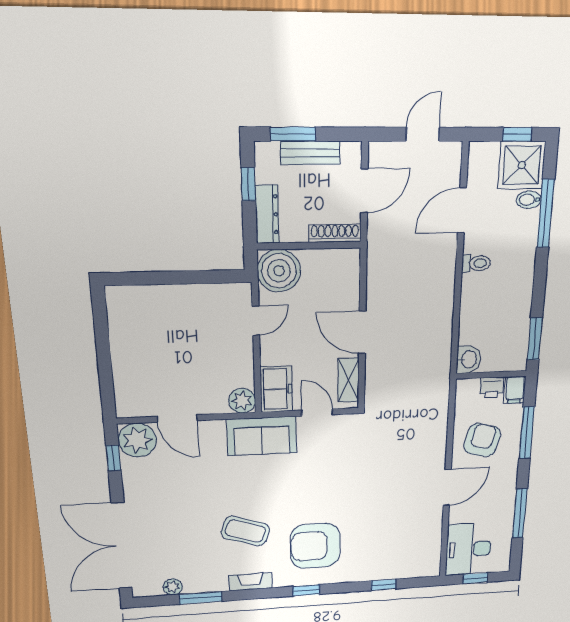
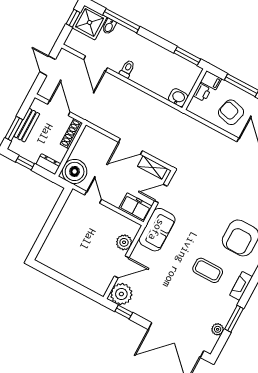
dresser: (267, 214) -> (48, 164), width x0.70
plant: (242, 401) -> (124, 242), moved
coffee table: (245, 531) -> (208, 270), turned 72

